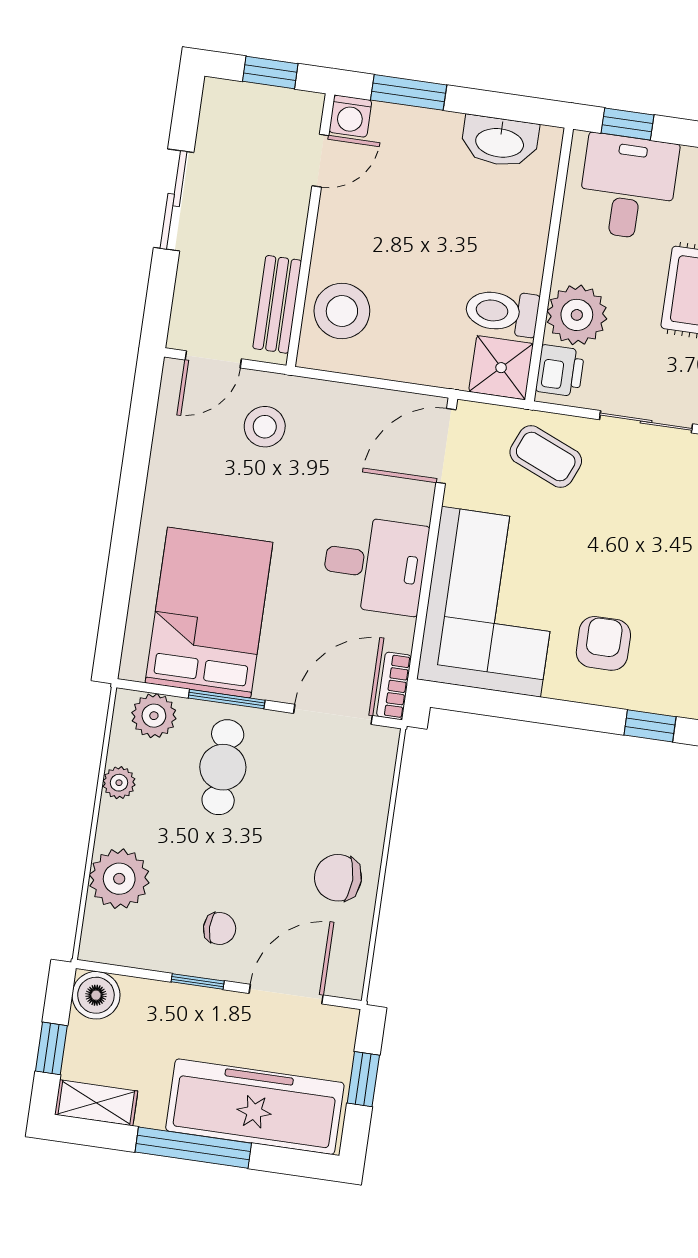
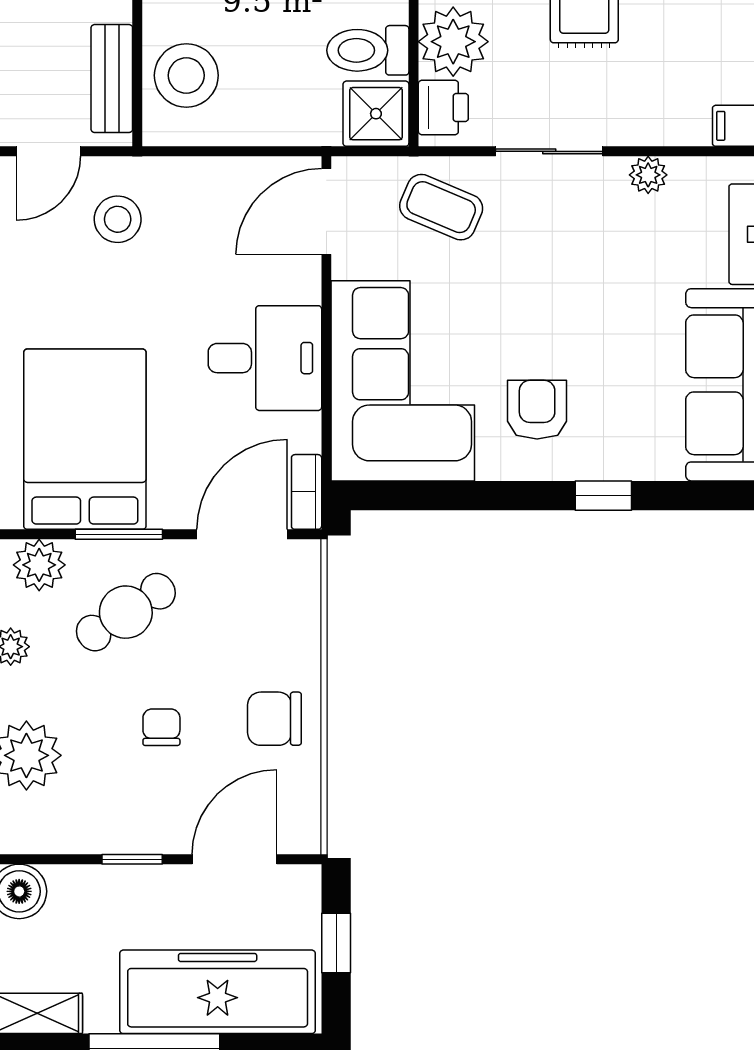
cafe table: (223, 767) -> (126, 612), turned 57
chair: (220, 929) -> (161, 727), moved, turned -90

